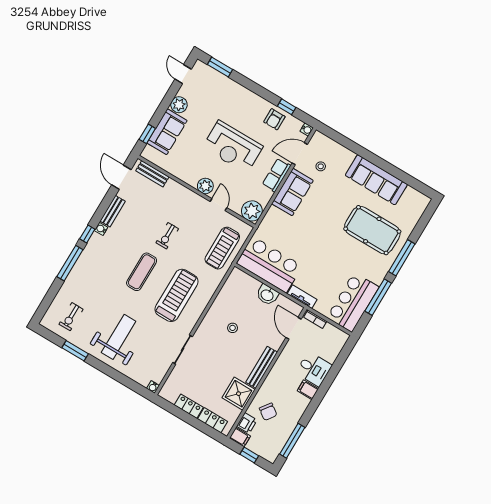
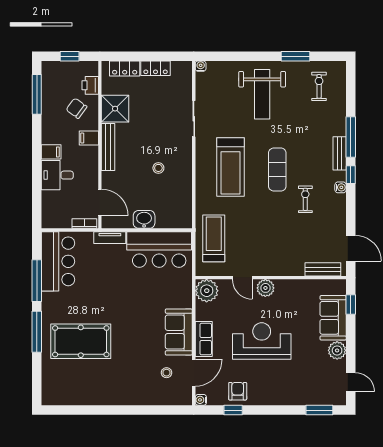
sofa: (376, 180) -> (106, 392), removed
bench: (113, 211) -> (340, 153), moved
exercise bike: (167, 236) -> (305, 199), moved
filing cabinet: (240, 437) -> (89, 138), moved

